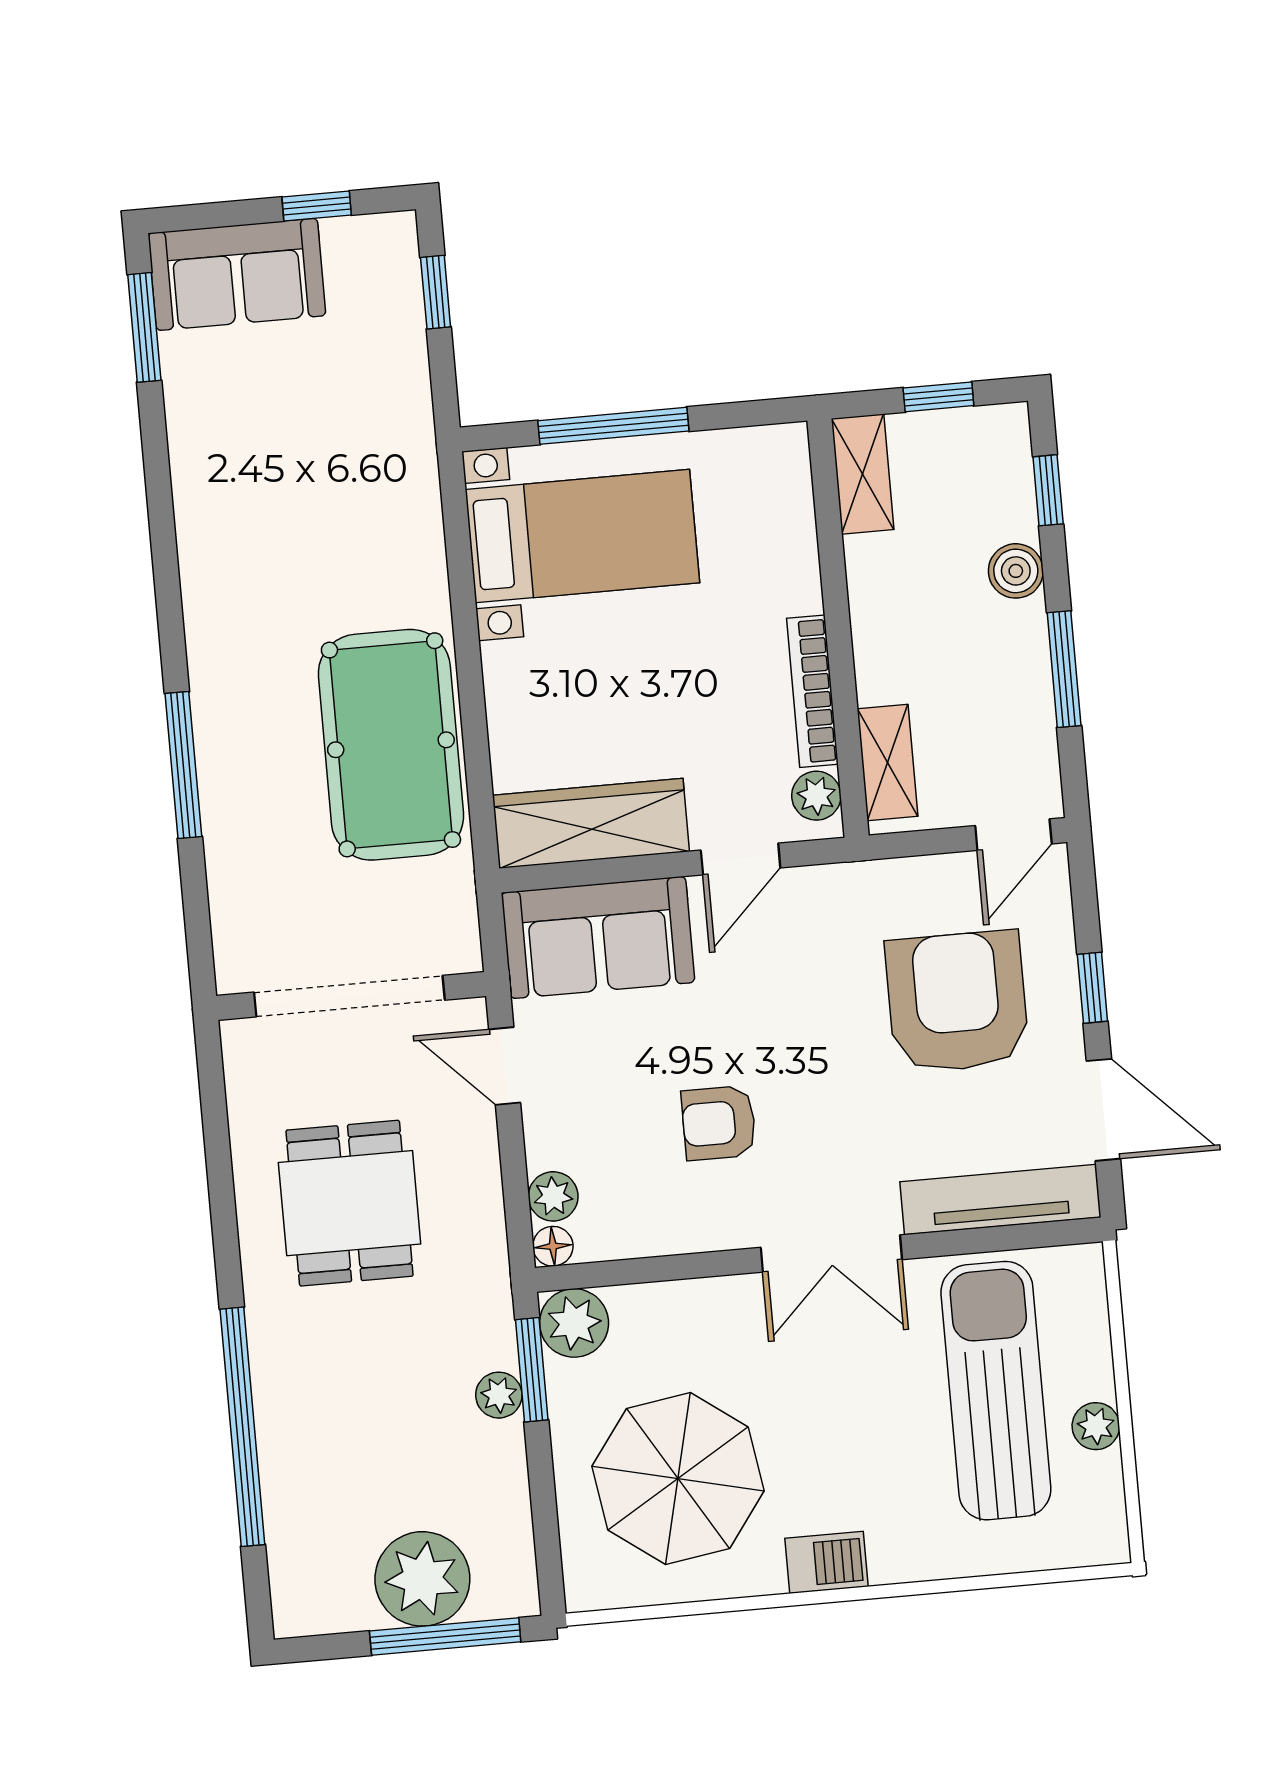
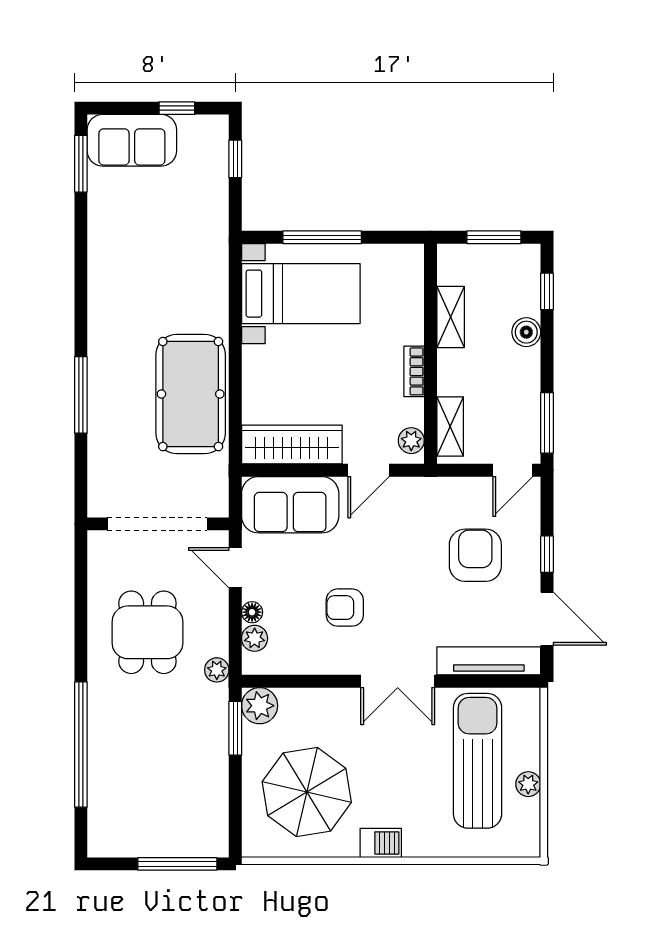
window: (938, 397) -> (494, 237), width x1.50
shelving: (863, 474) -> (451, 317), moved
window: (1064, 669) -> (547, 423), moved
bookcase: (812, 691) -> (414, 371), width x0.64
armchair: (957, 1002) -> (475, 555), width x0.73, depth x0.73
floor lamp: (553, 1246) -> (252, 612), moved
plant: (499, 1395) -> (217, 670), moved
plant: (422, 1579) -> (168, 833), removed

